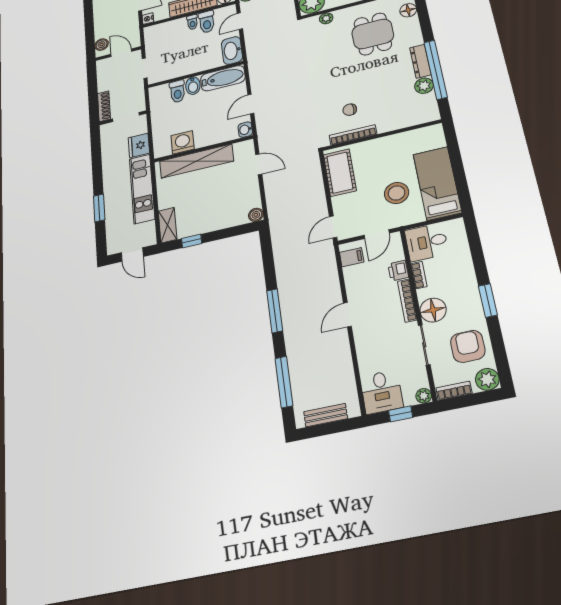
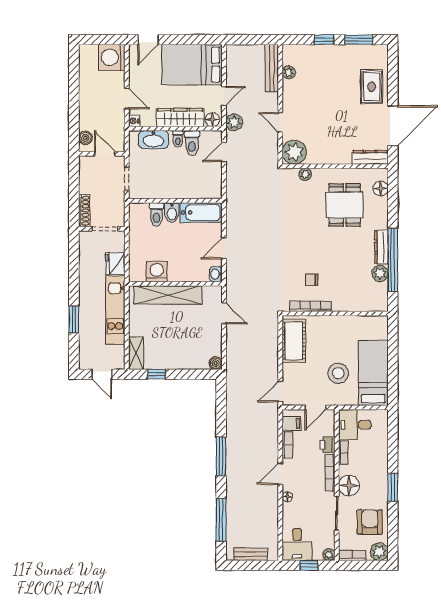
washbasin: (232, 50) -> (153, 140), moved, turned -90
bookcase: (351, 281) -> (287, 445), added
floor lamp: (360, 339) -> (287, 497), added

